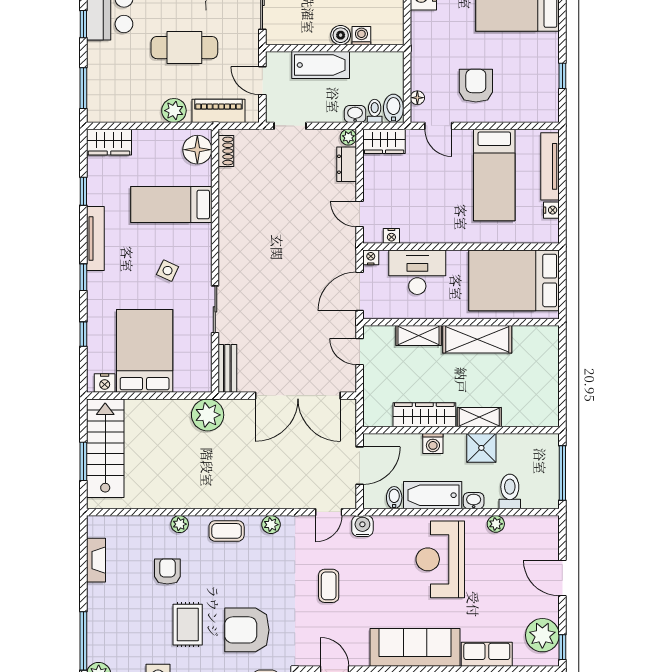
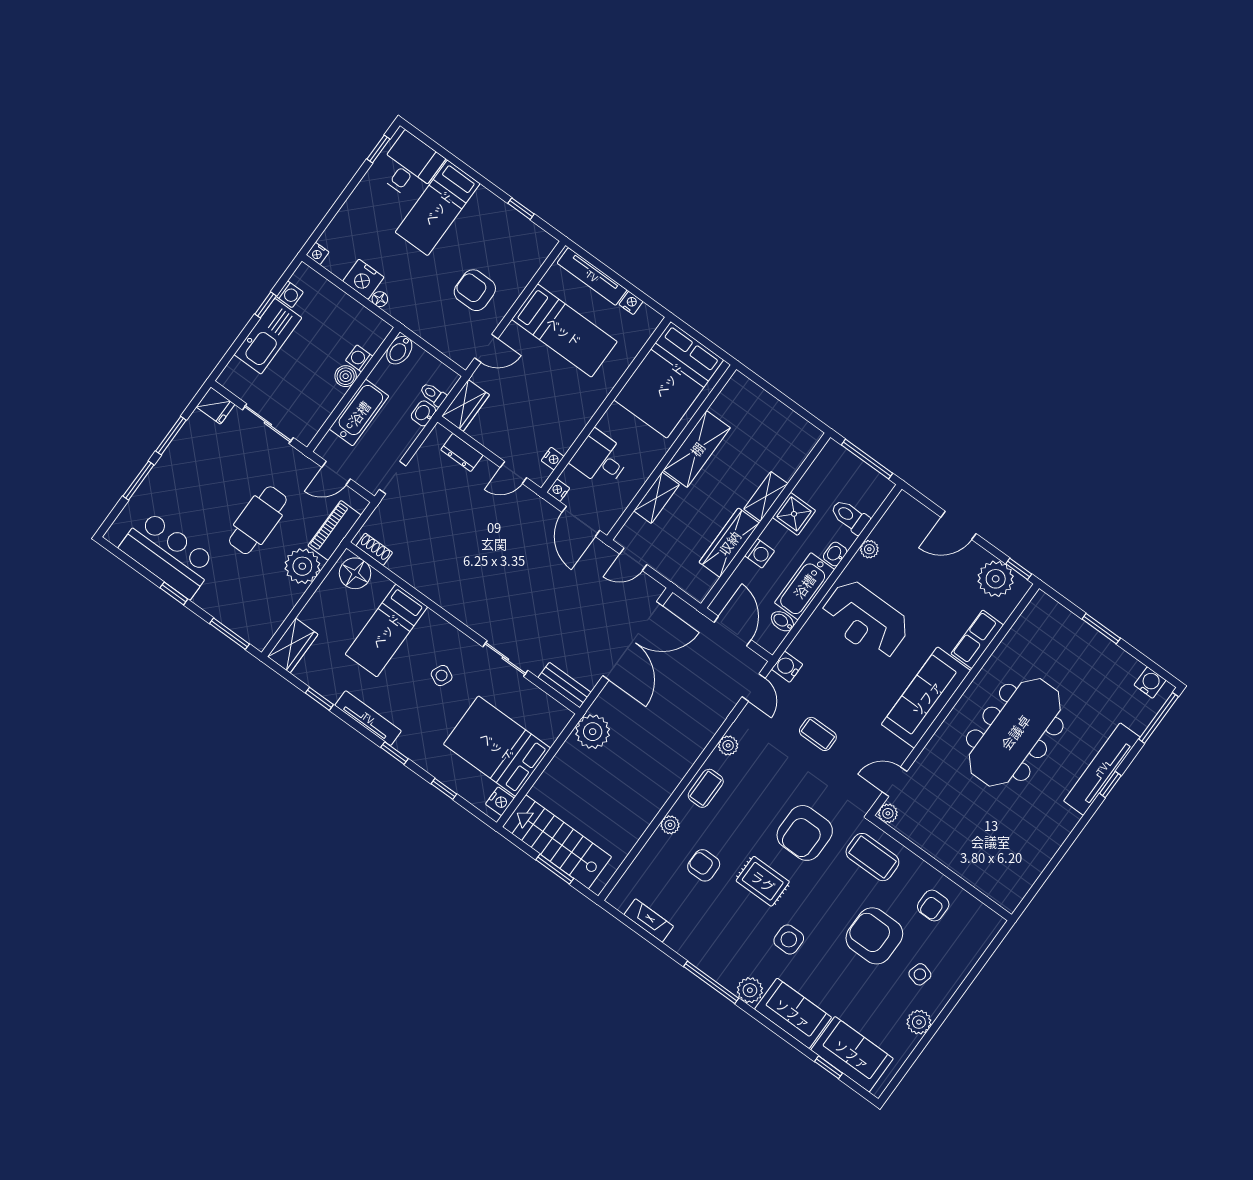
floor lamp: (417, 98) -> (380, 299), moved
bidet: (393, 108) -> (399, 350), moved, turned -90
plant: (174, 111) -> (302, 566), width x1.36, depth x1.36
plant: (348, 137) -> (439, 434), removed
desk: (417, 272) -> (601, 459), width x0.73

